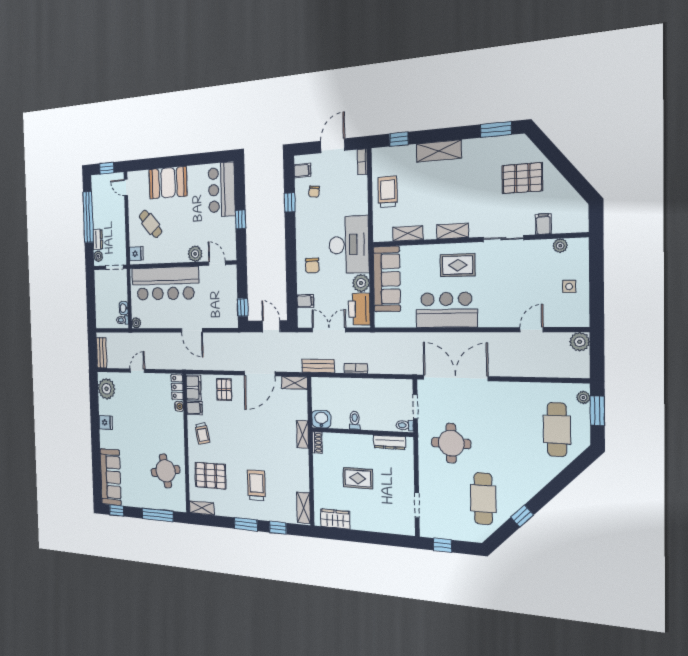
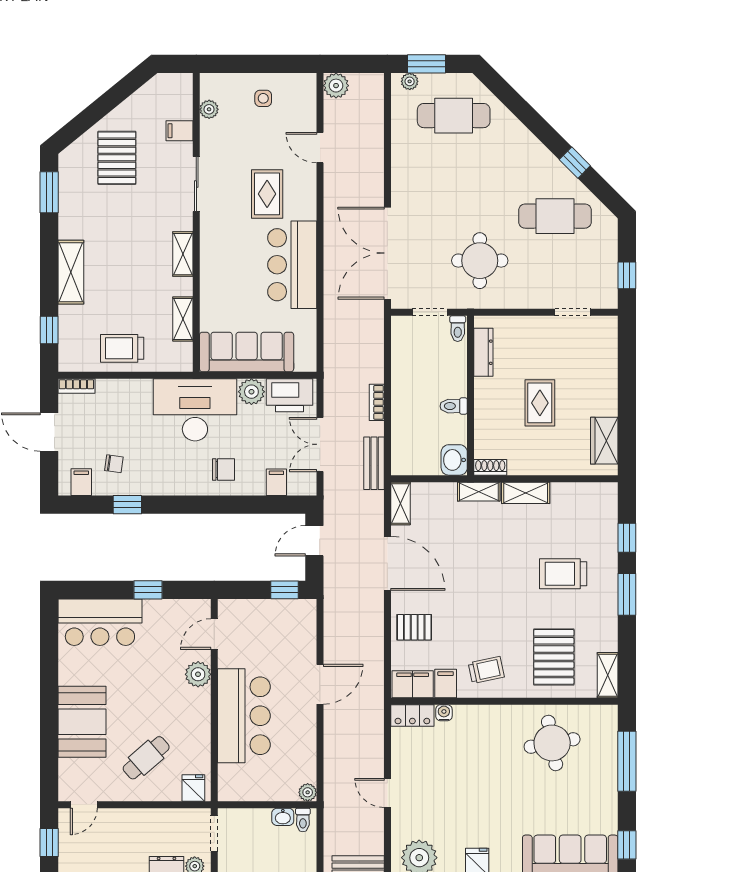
rug: (458, 265) -> (267, 194), moved
bar counter: (165, 284) -> (244, 716), width x0.73
shelving: (304, 508) -> (526, 493), moved

